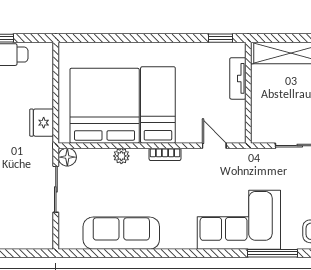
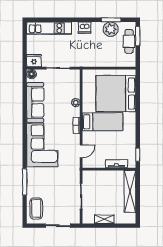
bed: (105, 106) -> (116, 94), moved, turned 180
fridge: (42, 123) -> (34, 61), moved
floor lamp: (67, 157) -> (32, 74), moved
corner sofa: (239, 220) -> (42, 145), moved

